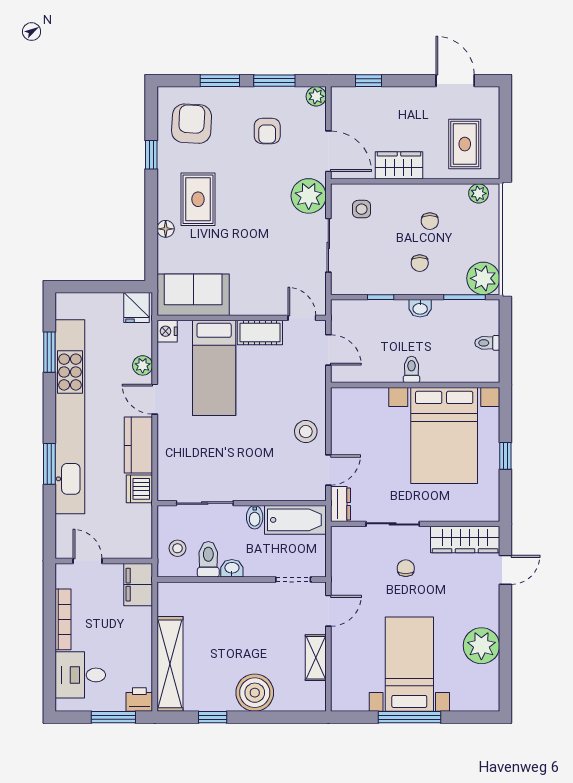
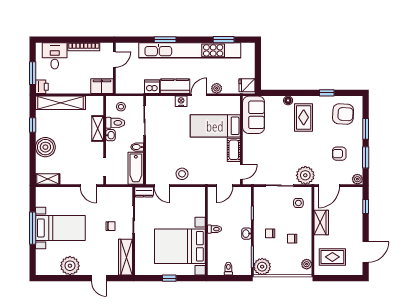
rug: (198, 199) -> (304, 117), turned 90
nightstand: (167, 331) -> (181, 101), moved
door: (505, 570) -> (99, 278), moved
shelving: (219, 593) -> (98, 128), added
shelving: (316, 658) -> (48, 179), moved

